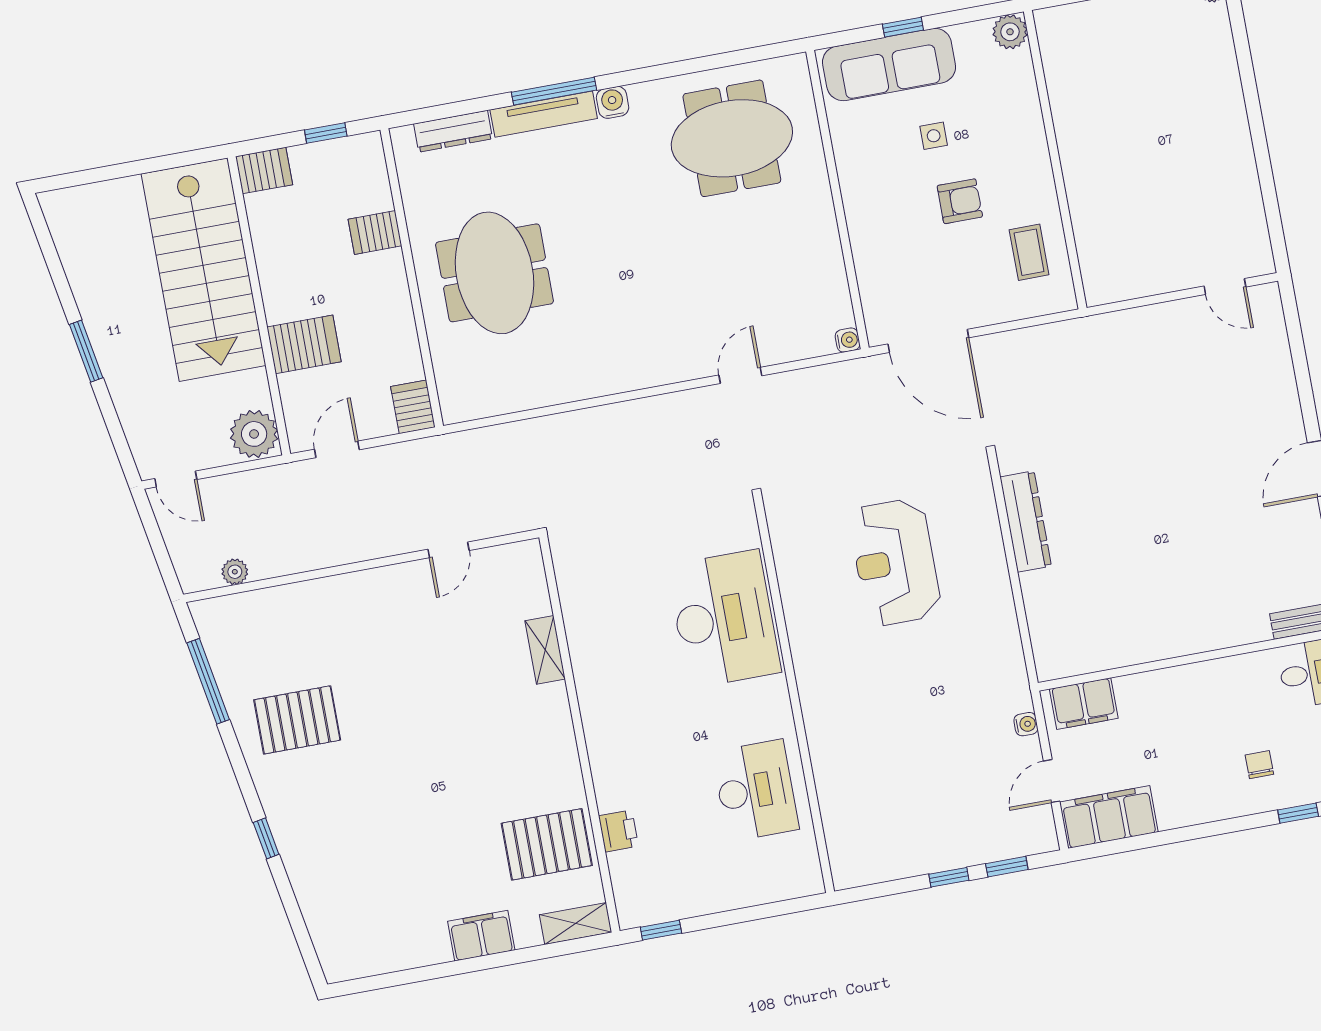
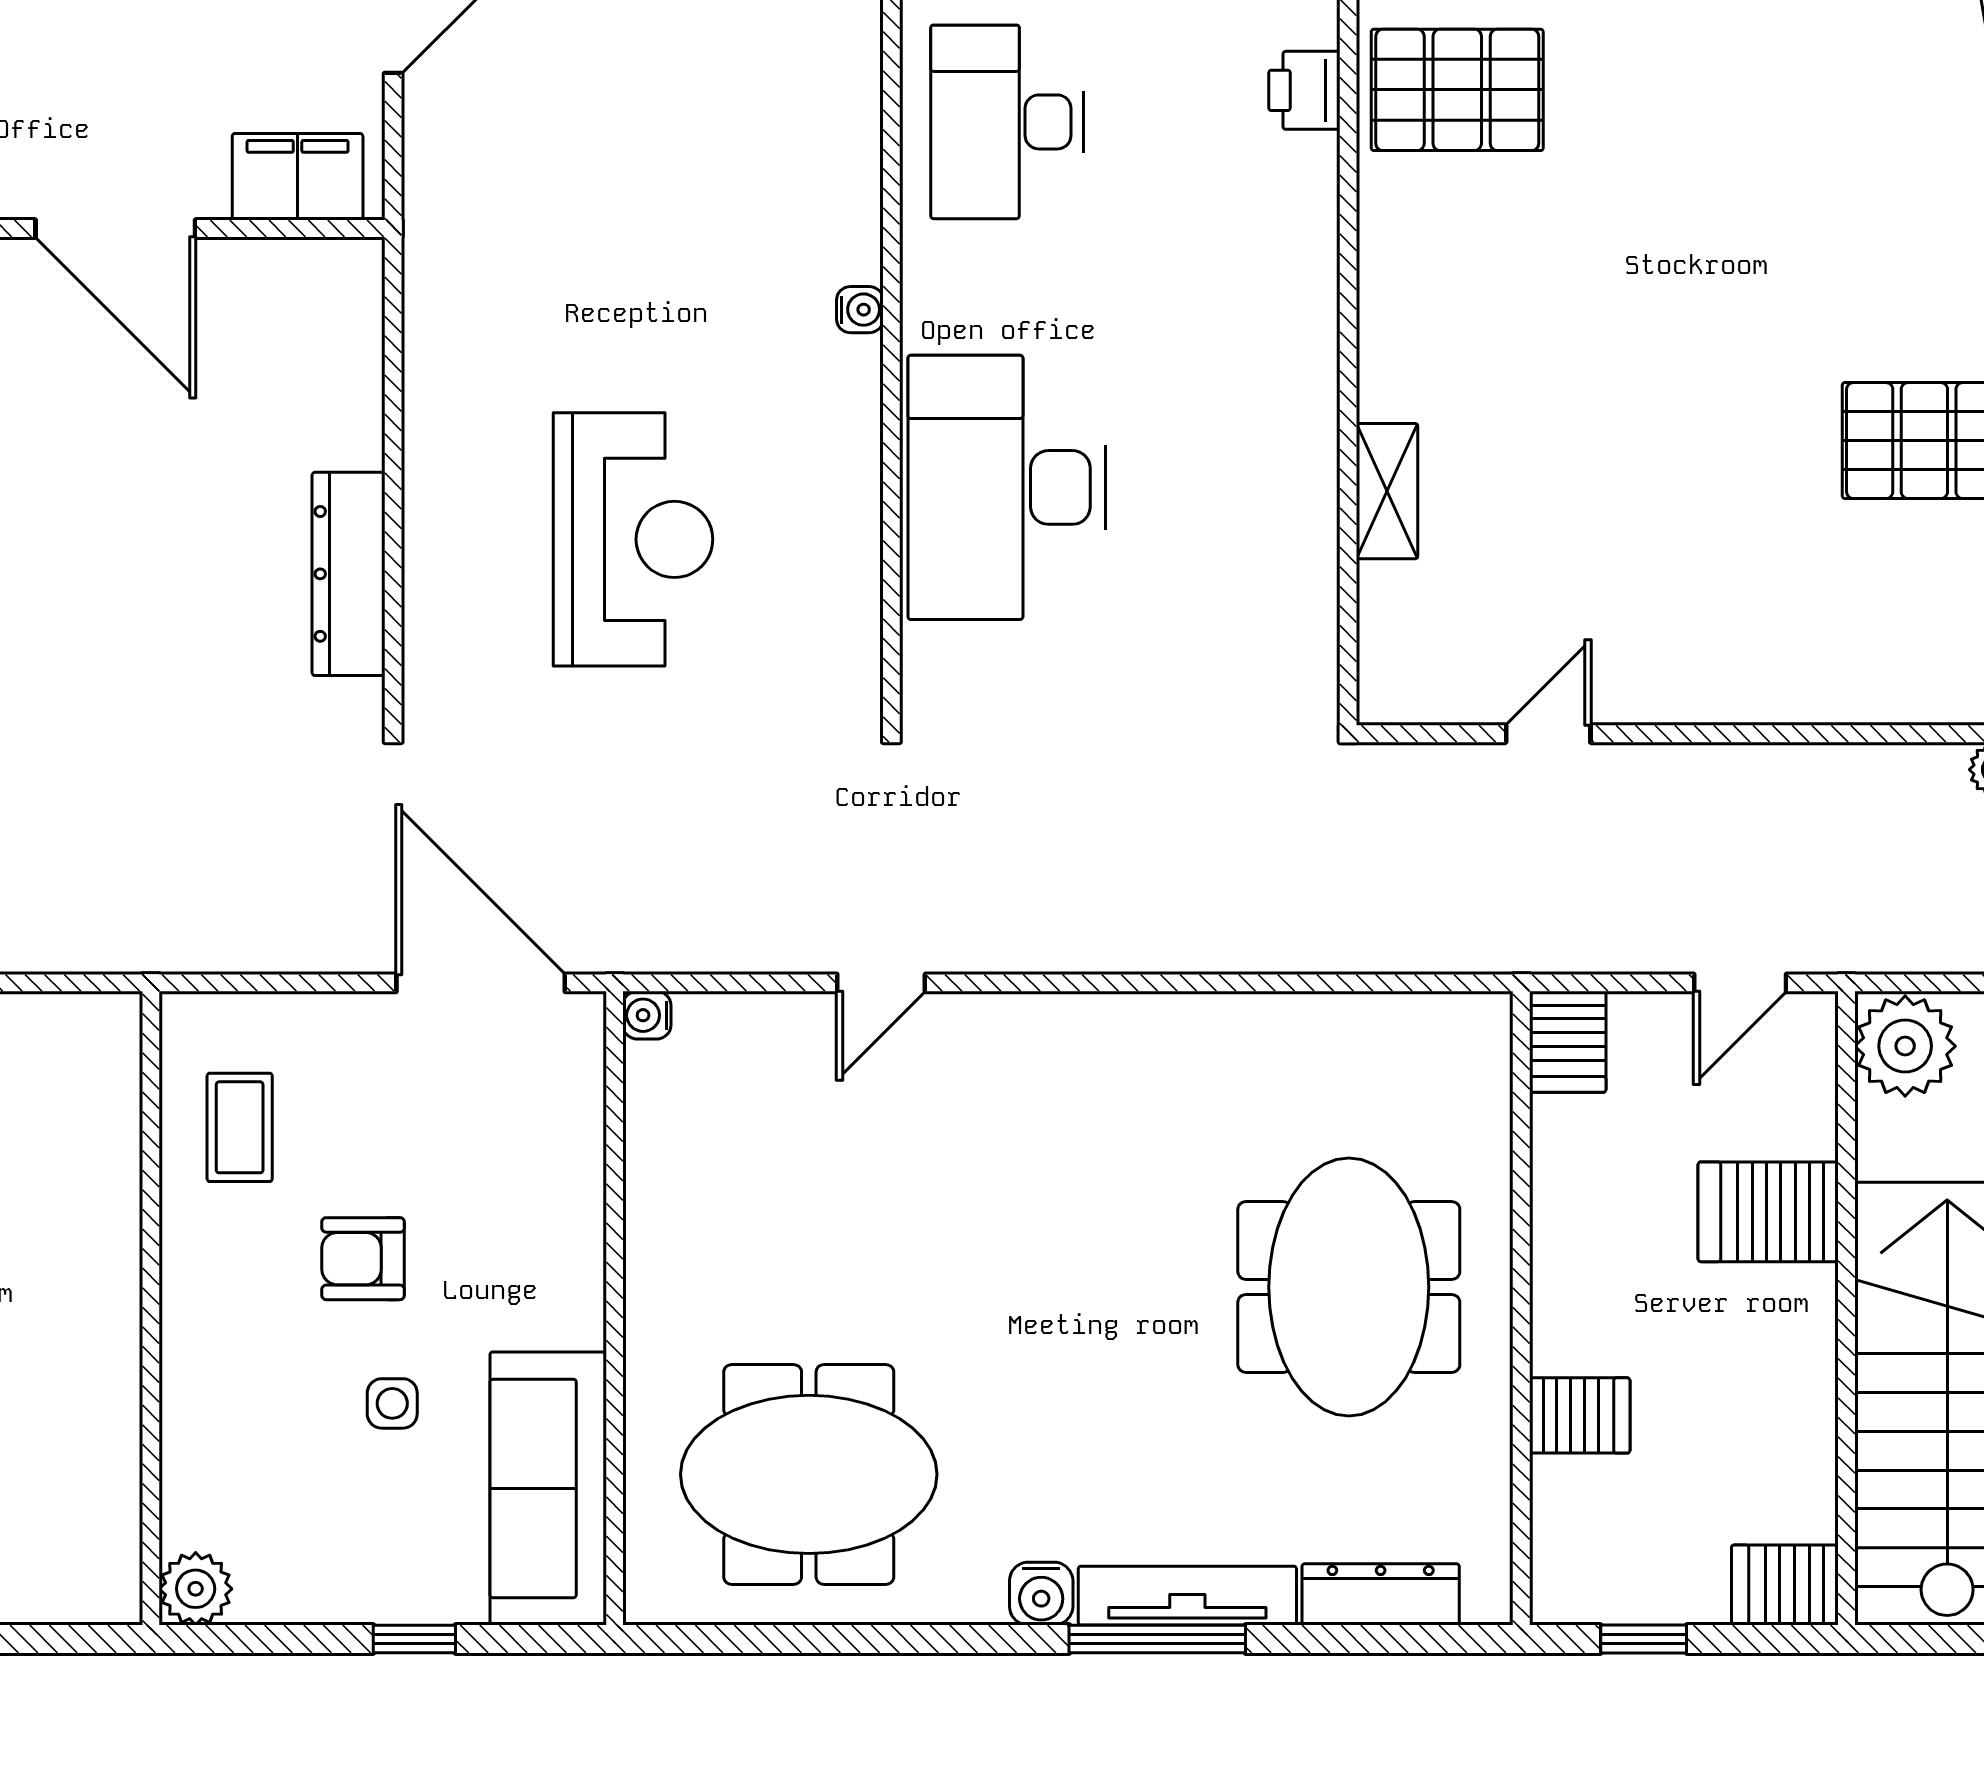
sofa: (889, 65) -> (548, 1488), moved, turned -90
door: (1165, 664) -> (115, 229), added
water cooler: (1026, 724) -> (860, 310), moved, turned 180

